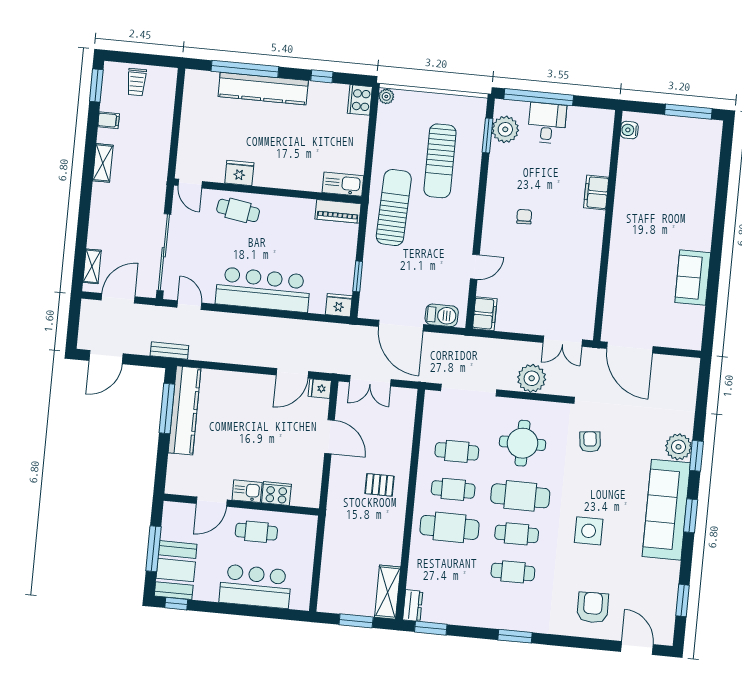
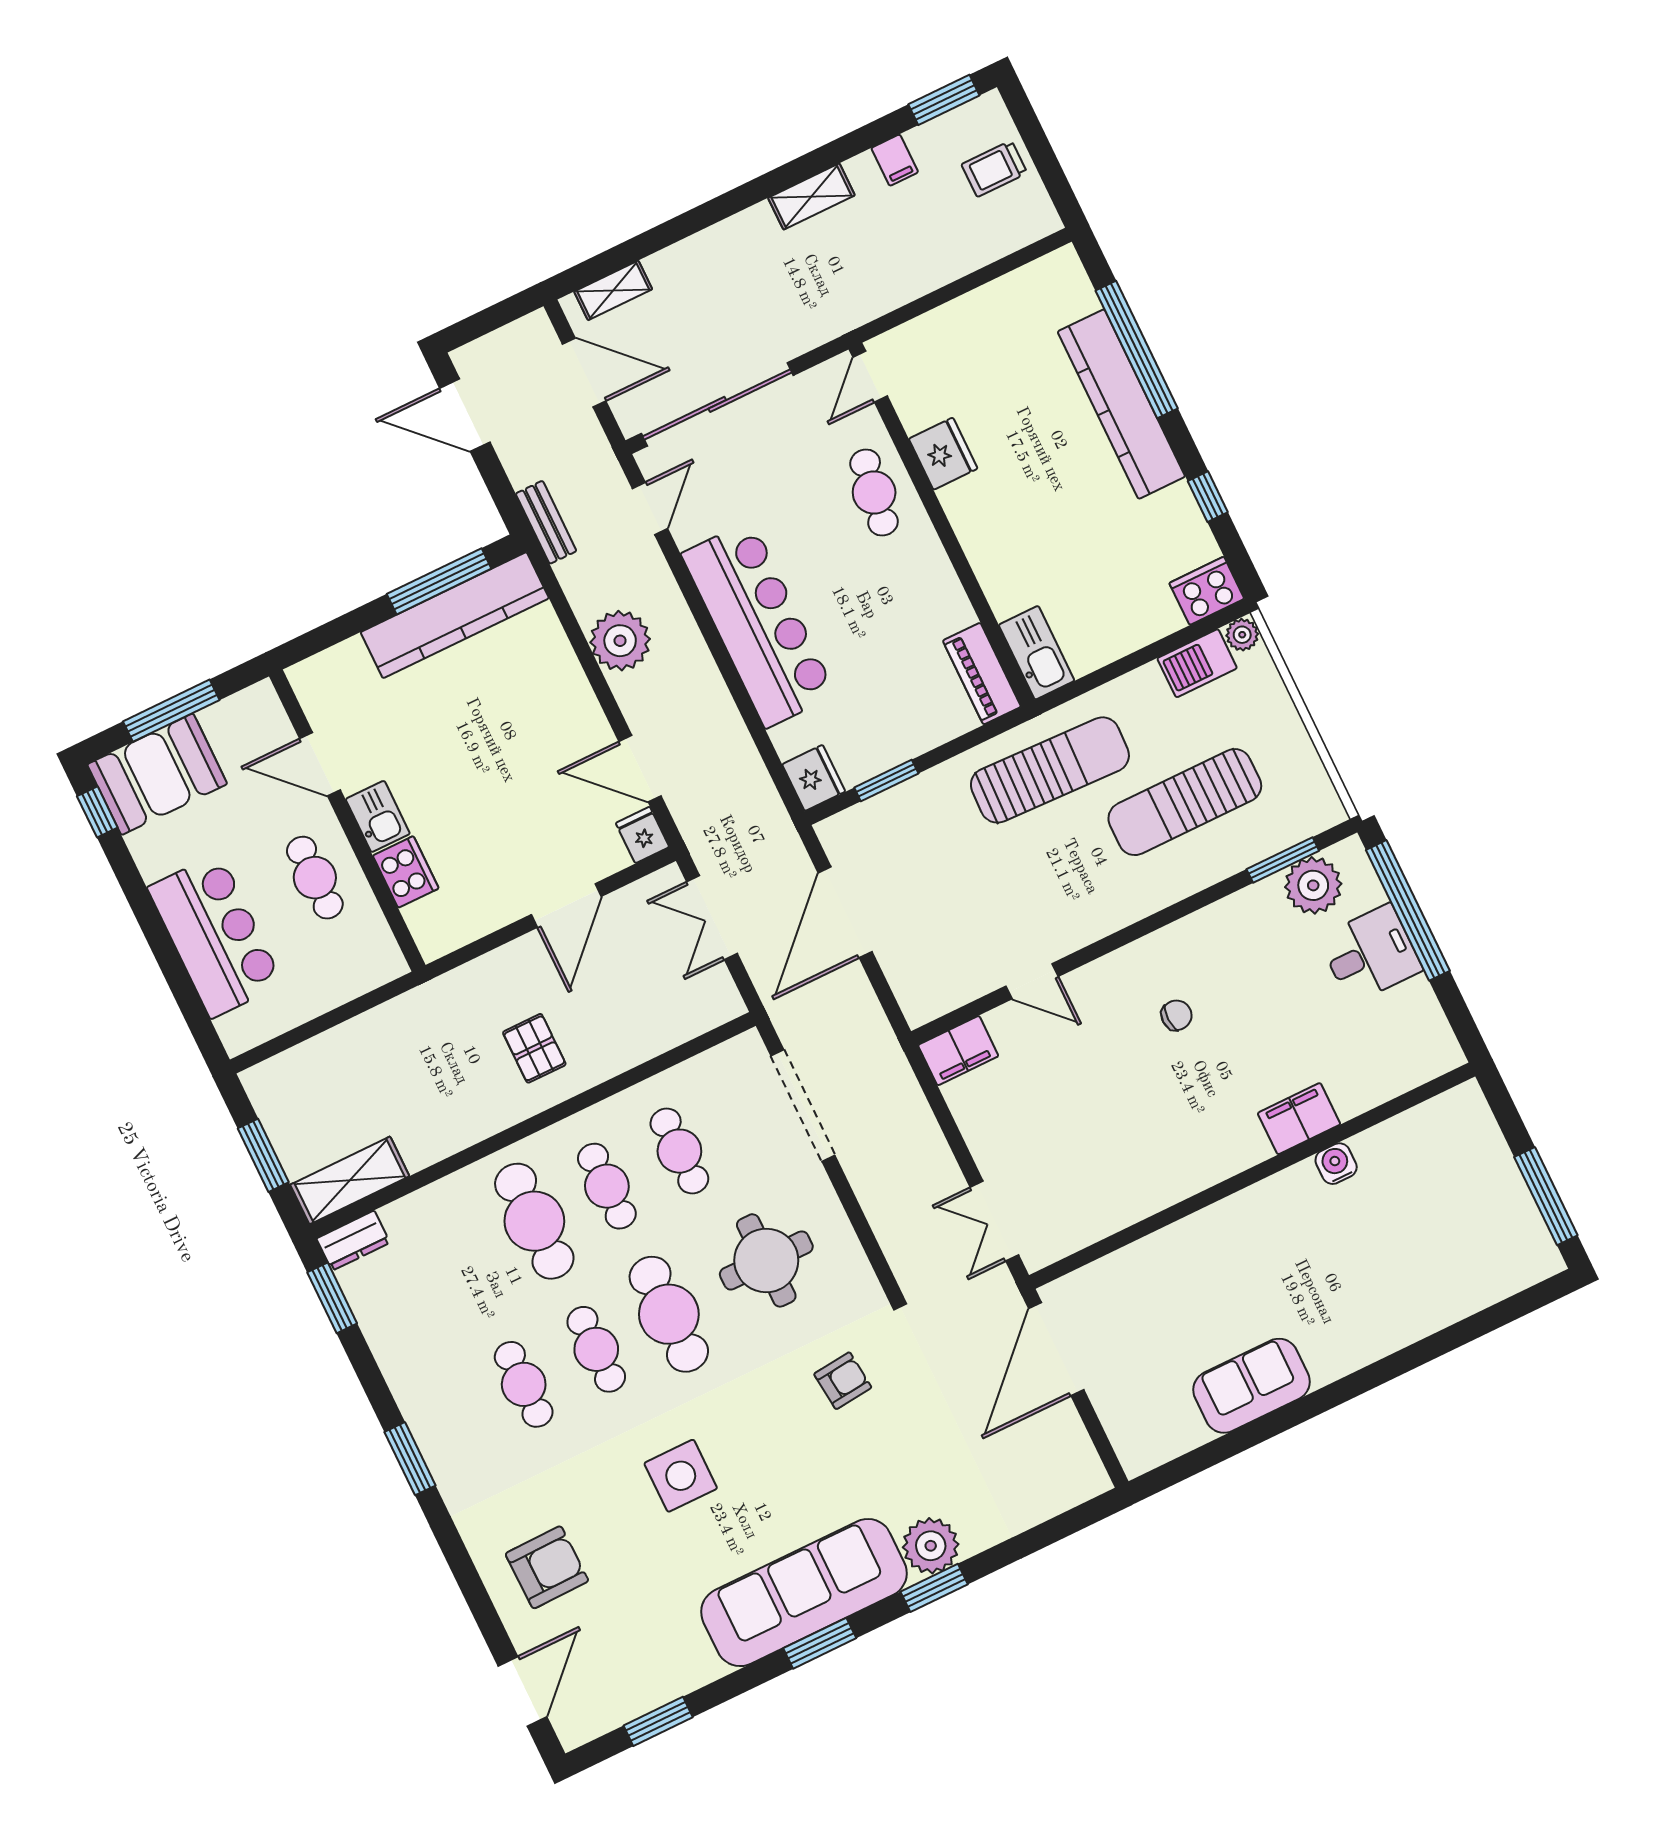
water cooler: (629, 130) -> (1336, 1164), moved
barbecue: (442, 315) -> (1197, 663), moved, turned 90
plant: (532, 378) -> (620, 641), moved

